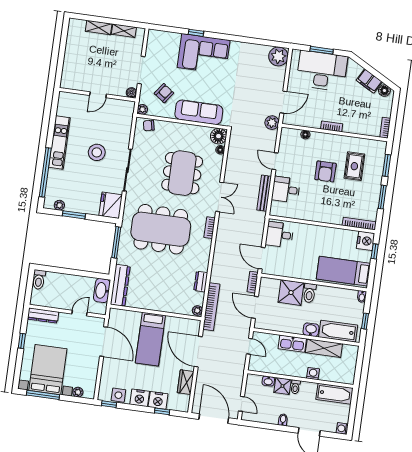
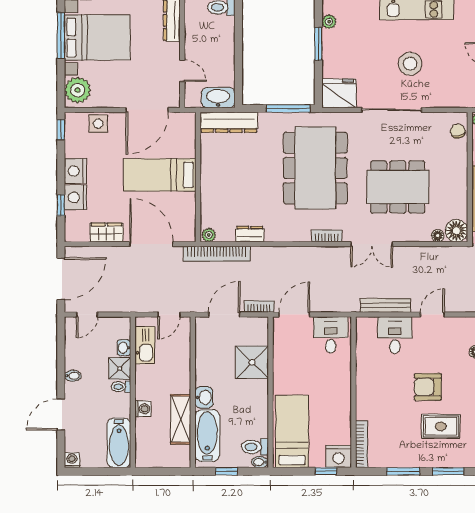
toilet: (309, 293) -> (255, 447), moved
kitchen sink: (292, 344) -> (145, 345), moved, turned 180
door: (198, 352) -> (151, 244), hinge flipped
plant: (78, 392) -> (78, 90), width x1.87, depth x1.87
side table: (118, 395) -> (98, 124), moved

